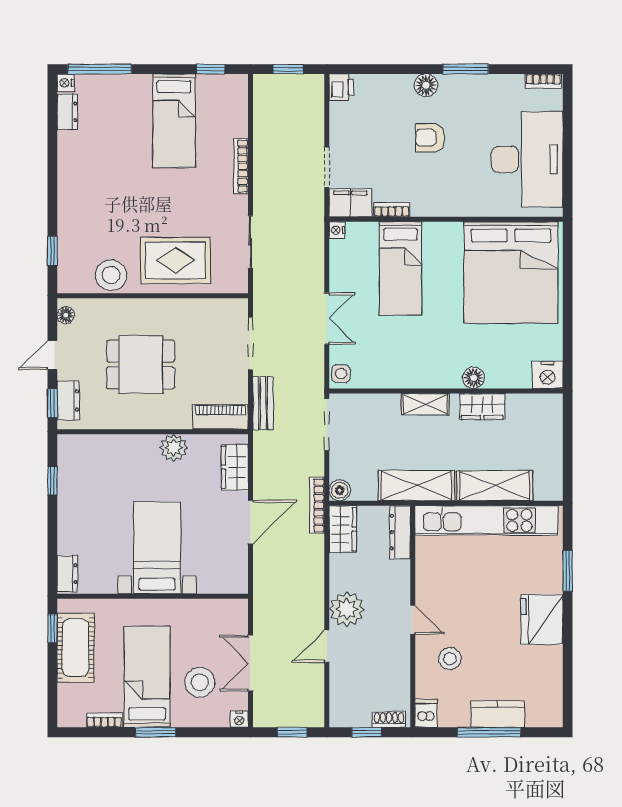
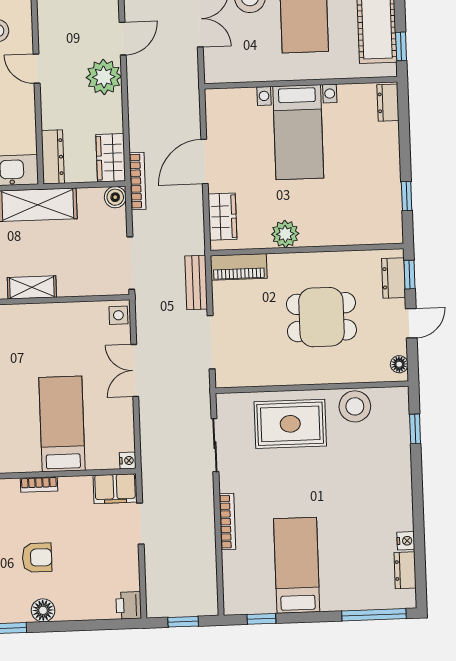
nightstand: (66, 83) -> (406, 541), moved
bookcase: (392, 210) -> (39, 484), moved

